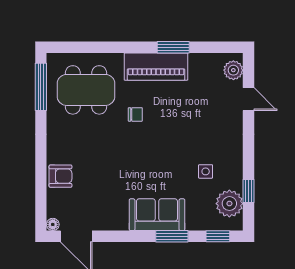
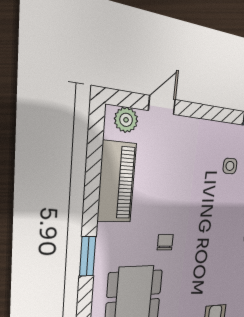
window: (173, 47) -> (88, 256), moved
piano: (156, 67) -> (117, 182), moved

